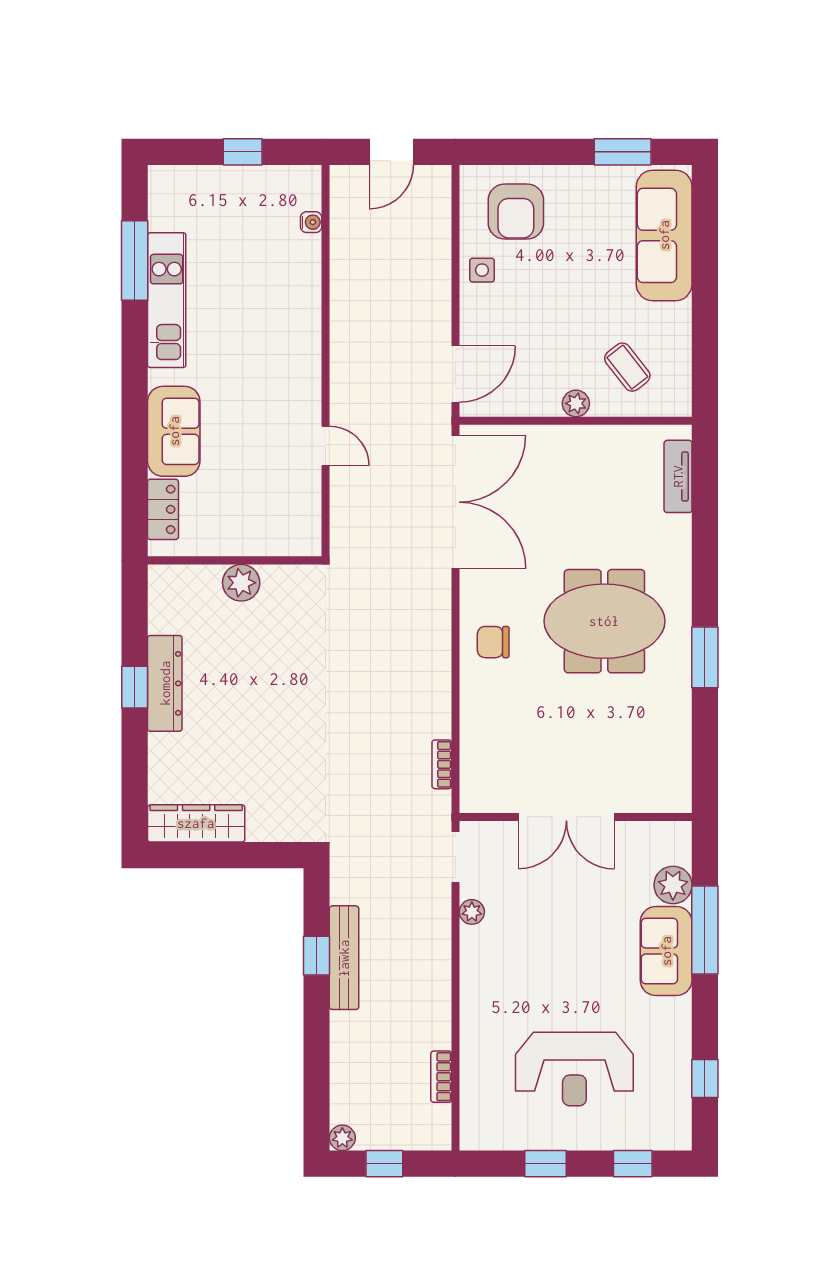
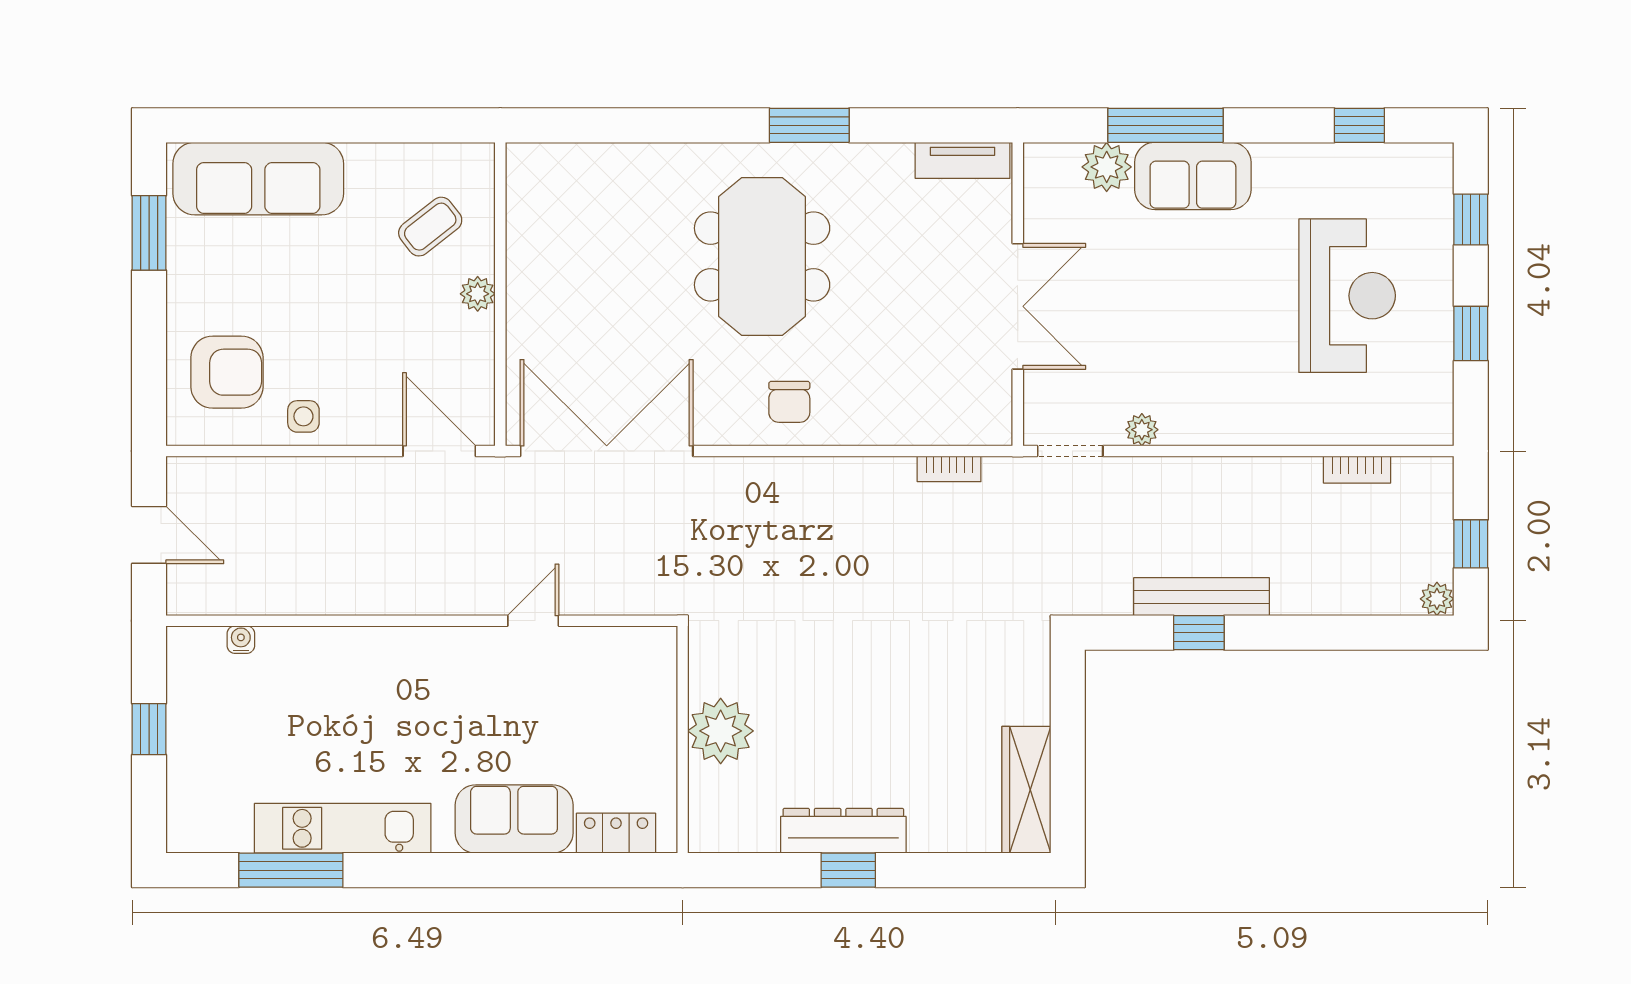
tv unit: (678, 476) -> (963, 160), moved
plant: (241, 583) -> (721, 731), width x1.36, depth x1.36

